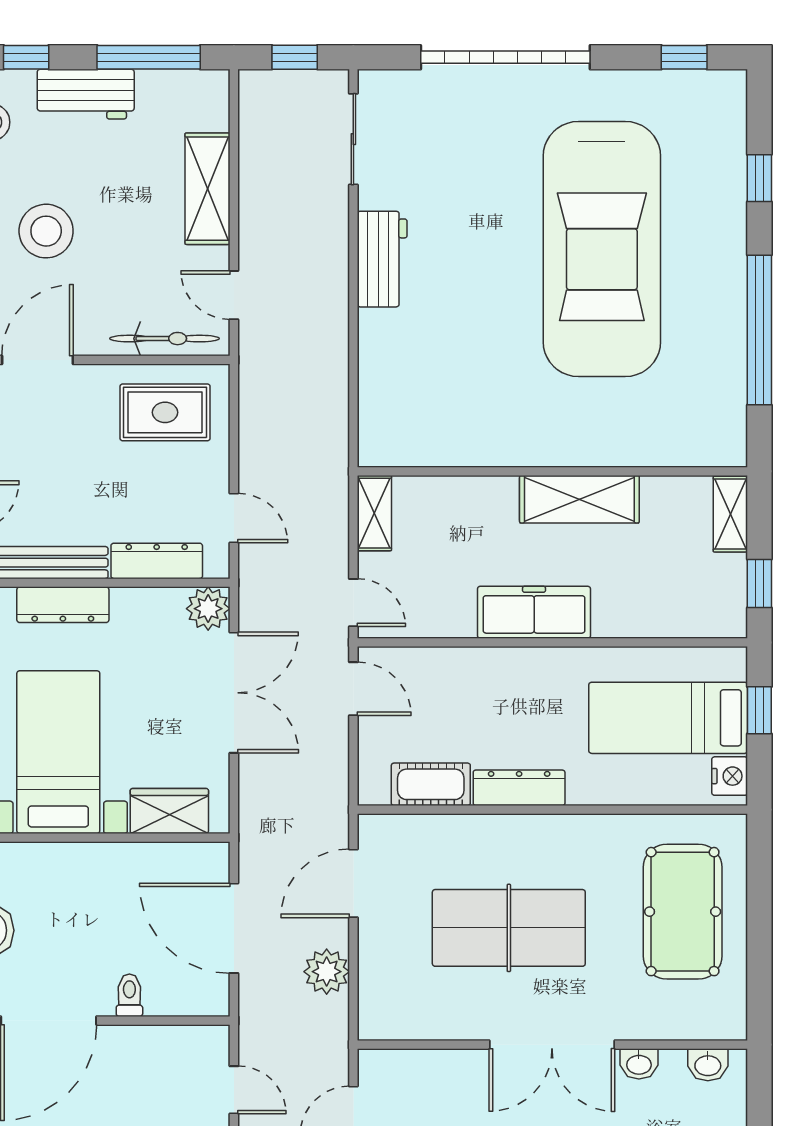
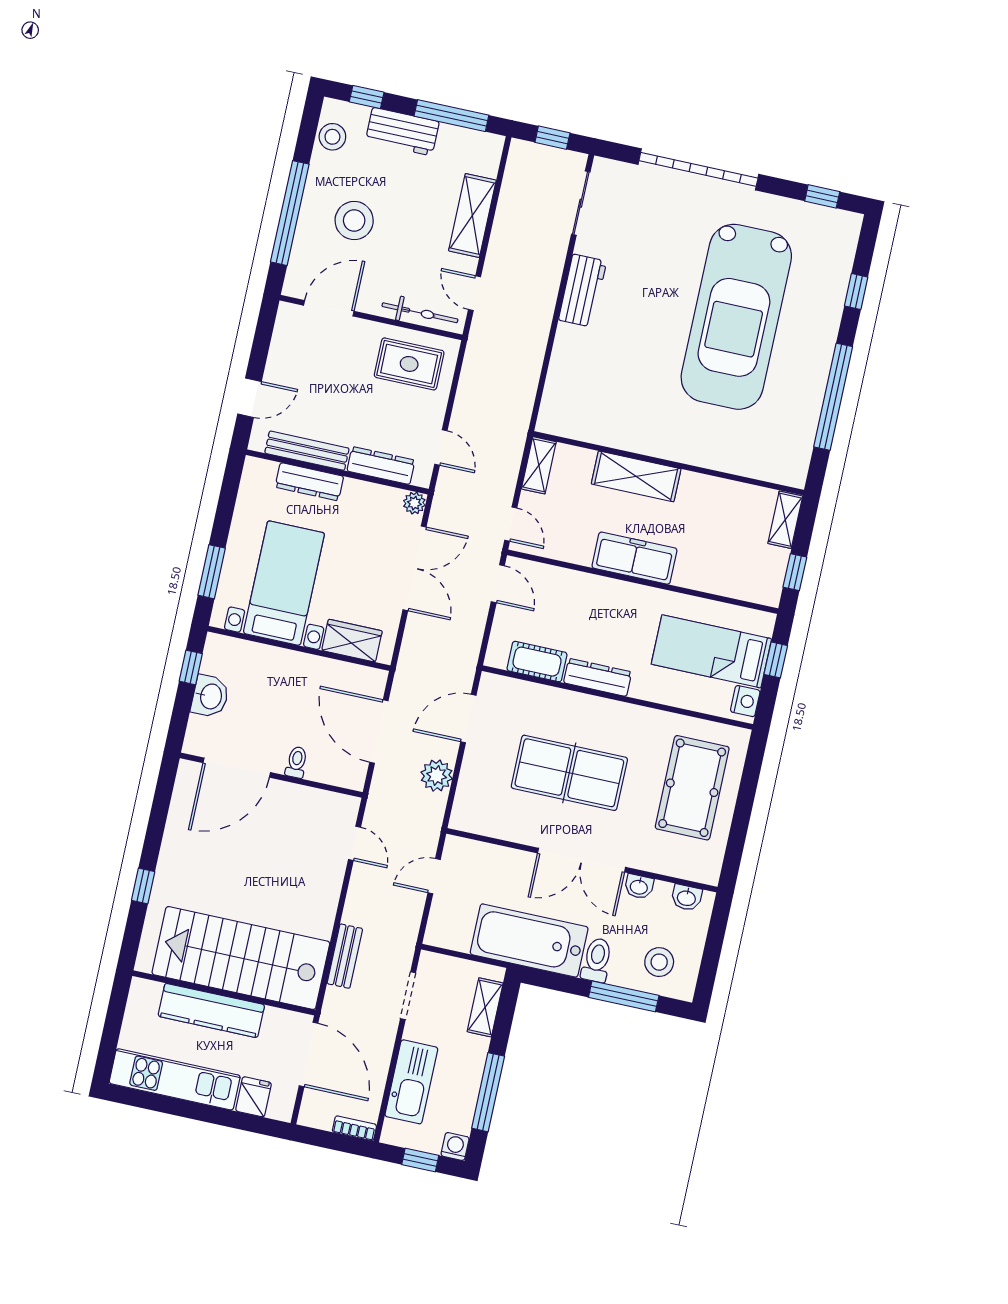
shelving: (579, 499) -> (636, 476), moved
plant: (208, 609) -> (414, 503), width x0.73, depth x0.73

